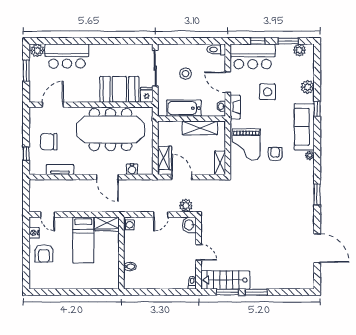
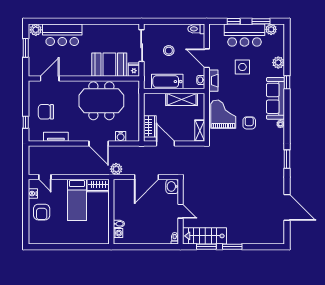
bar counter: (253, 56) -> (244, 35), moved
meeting table: (110, 130) -> (101, 101), width x0.73
grand piano: (246, 144) -> (223, 114), turned 180
plant: (186, 206) -> (116, 169), moved
door: (161, 214) -> (147, 177), width x1.88
washing machine: (129, 225) -> (118, 233), moved

